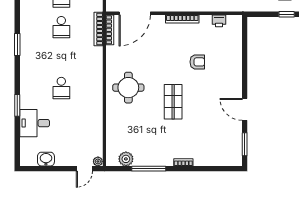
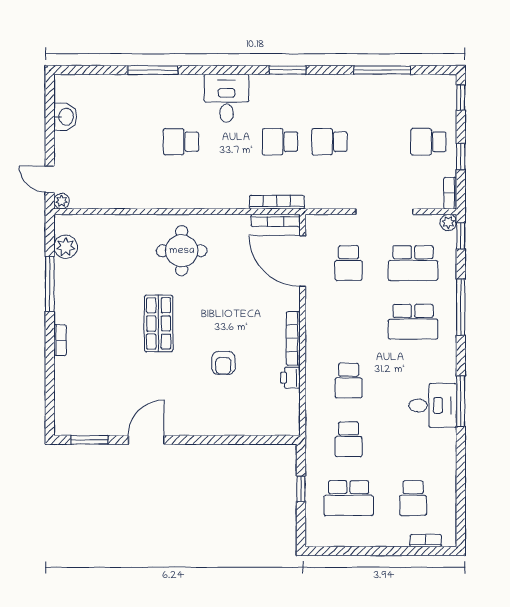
window: (287, 14) -> (301, 489), moved
printer: (219, 21) -> (290, 378), moved
window: (17, 44) -> (288, 70), moved
shop shelf: (173, 102) -> (159, 323), turned 90
window: (17, 105) -> (153, 70), width x1.44
desk: (35, 123) -> (226, 98), moved

